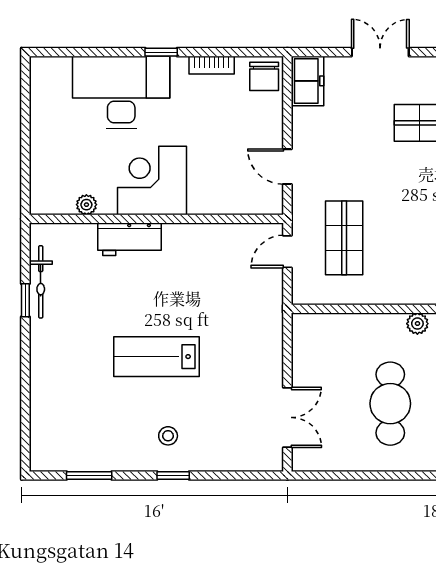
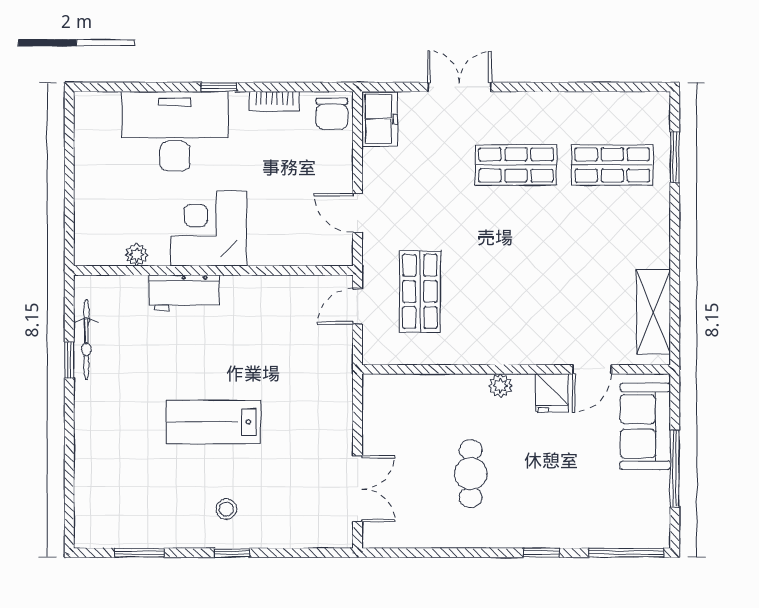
cafe table: (390, 404) -> (471, 474), width x0.73, depth x0.74

